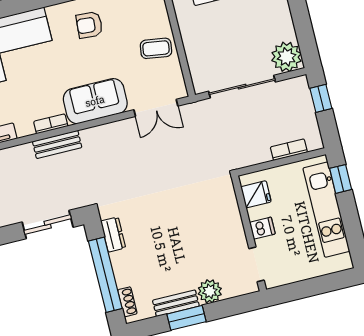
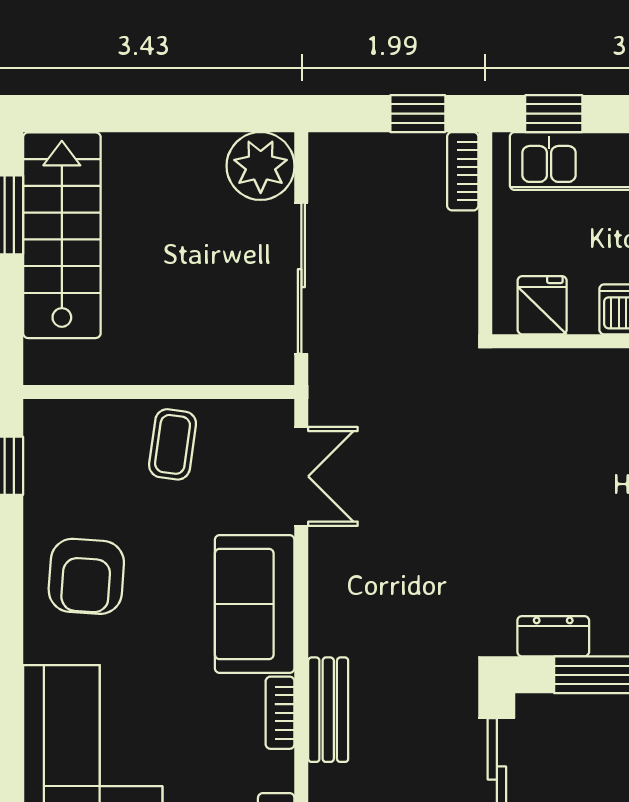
armchair: (89, 25) -> (86, 576), width x1.38, depth x1.38
window: (321, 98) -> (418, 114), moved
bookcase: (289, 150) -> (463, 171), moved

